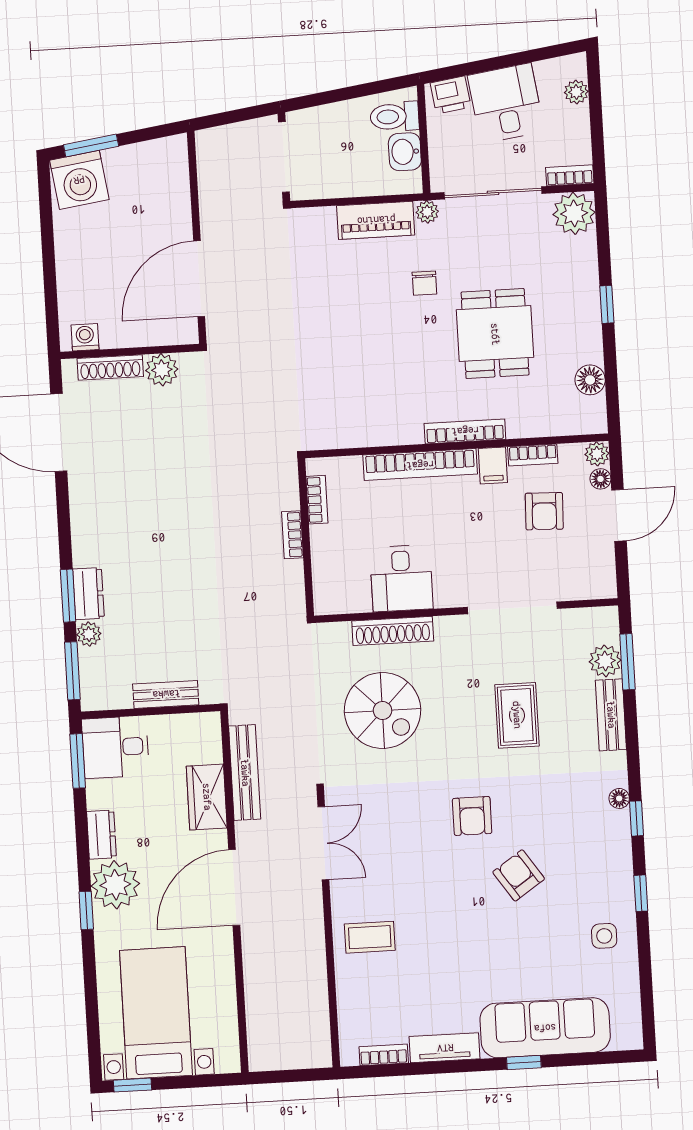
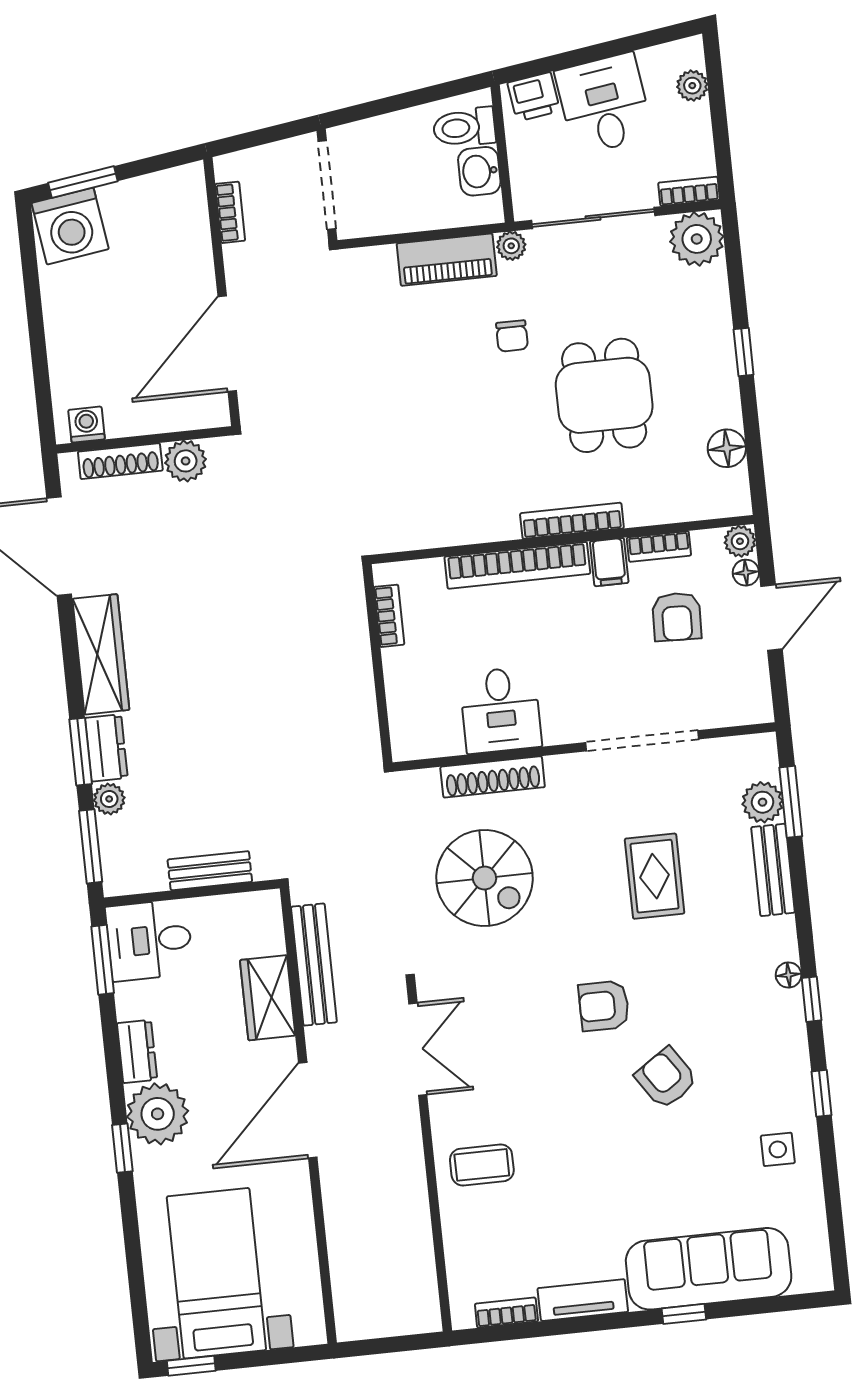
wardrobe: (88, 519) -> (101, 654), added
bookcase: (293, 535) -> (230, 212), moved, turned 180
armchair: (472, 816) -> (604, 1006), turned 90

